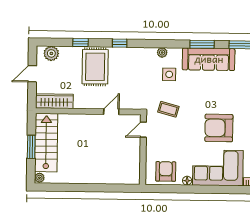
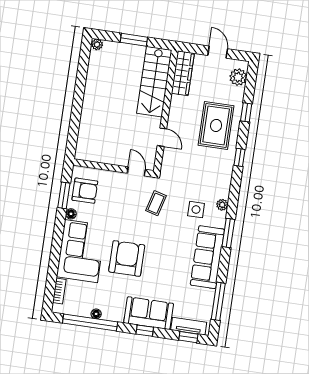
window: (202, 44) -> (228, 233), moved
rug: (95, 67) -> (216, 125), turned 90
stairs: (46, 143) -> (154, 82), moved, turned 90
window: (172, 189) -> (64, 195), added

